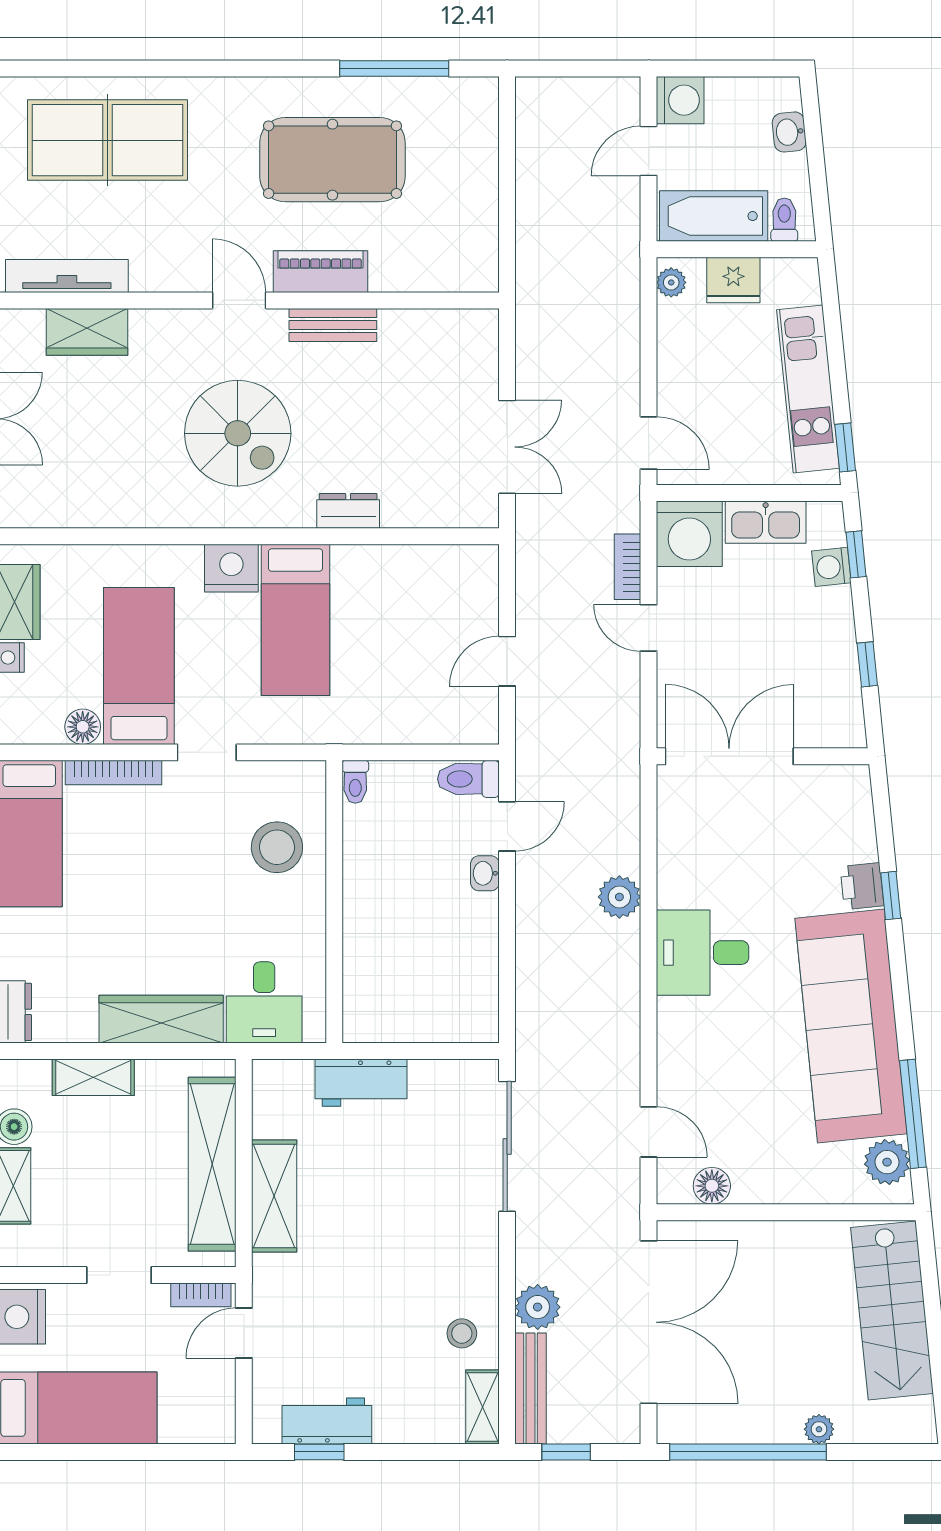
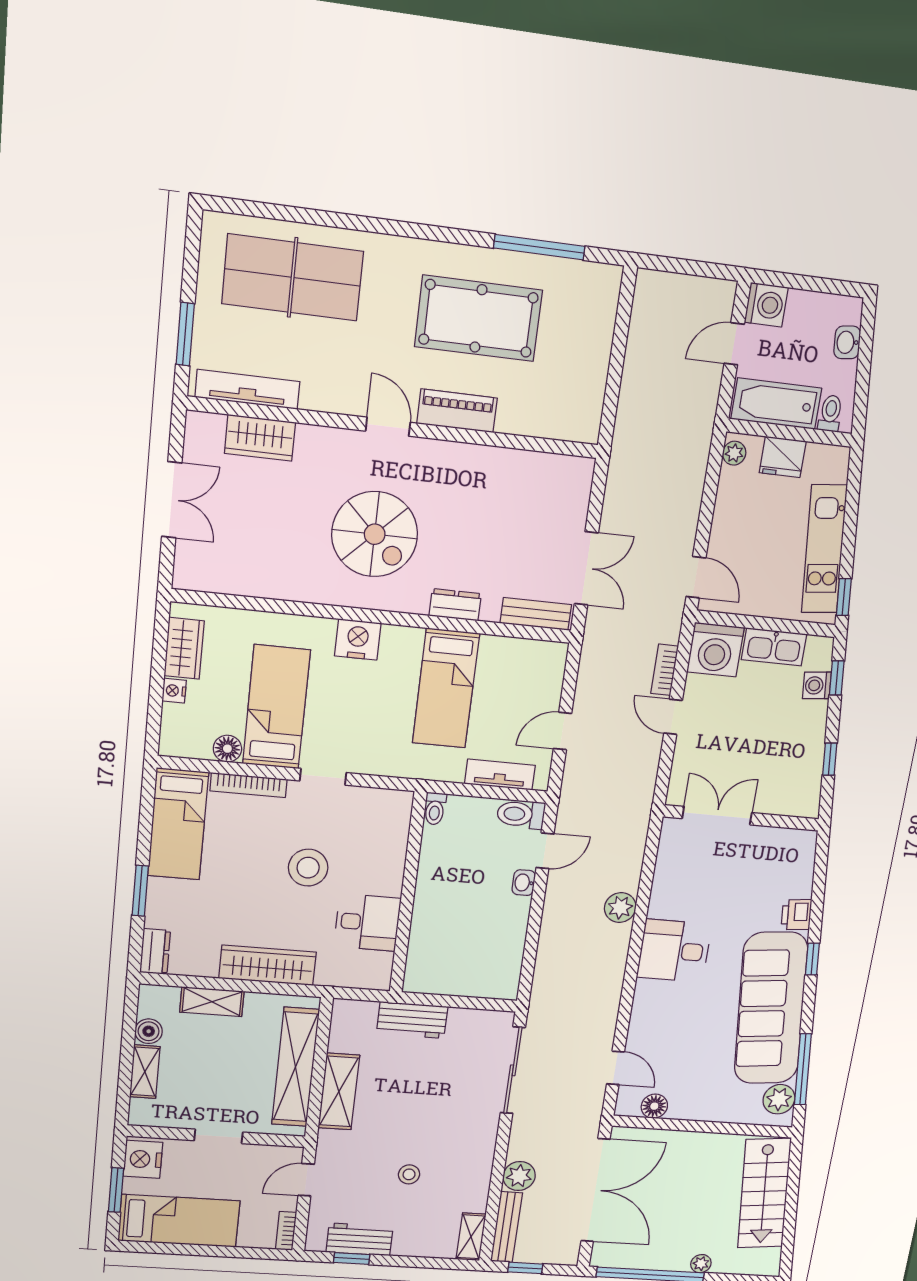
bench: (333, 325) -> (536, 614), moved
bed: (295, 620) -> (446, 688), moved
tv unit: (434, 728) -> (500, 775), added
double door: (729, 756) -> (717, 816), width x0.73
stool: (277, 847) -> (308, 868), moved
window: (891, 896) -> (812, 959), moved
desk: (264, 1002) -> (367, 922), moved, turned -90
bookcase: (201, 1295) -> (286, 1231), moved, turned 90
stool: (462, 1333) -> (409, 1174), moved

